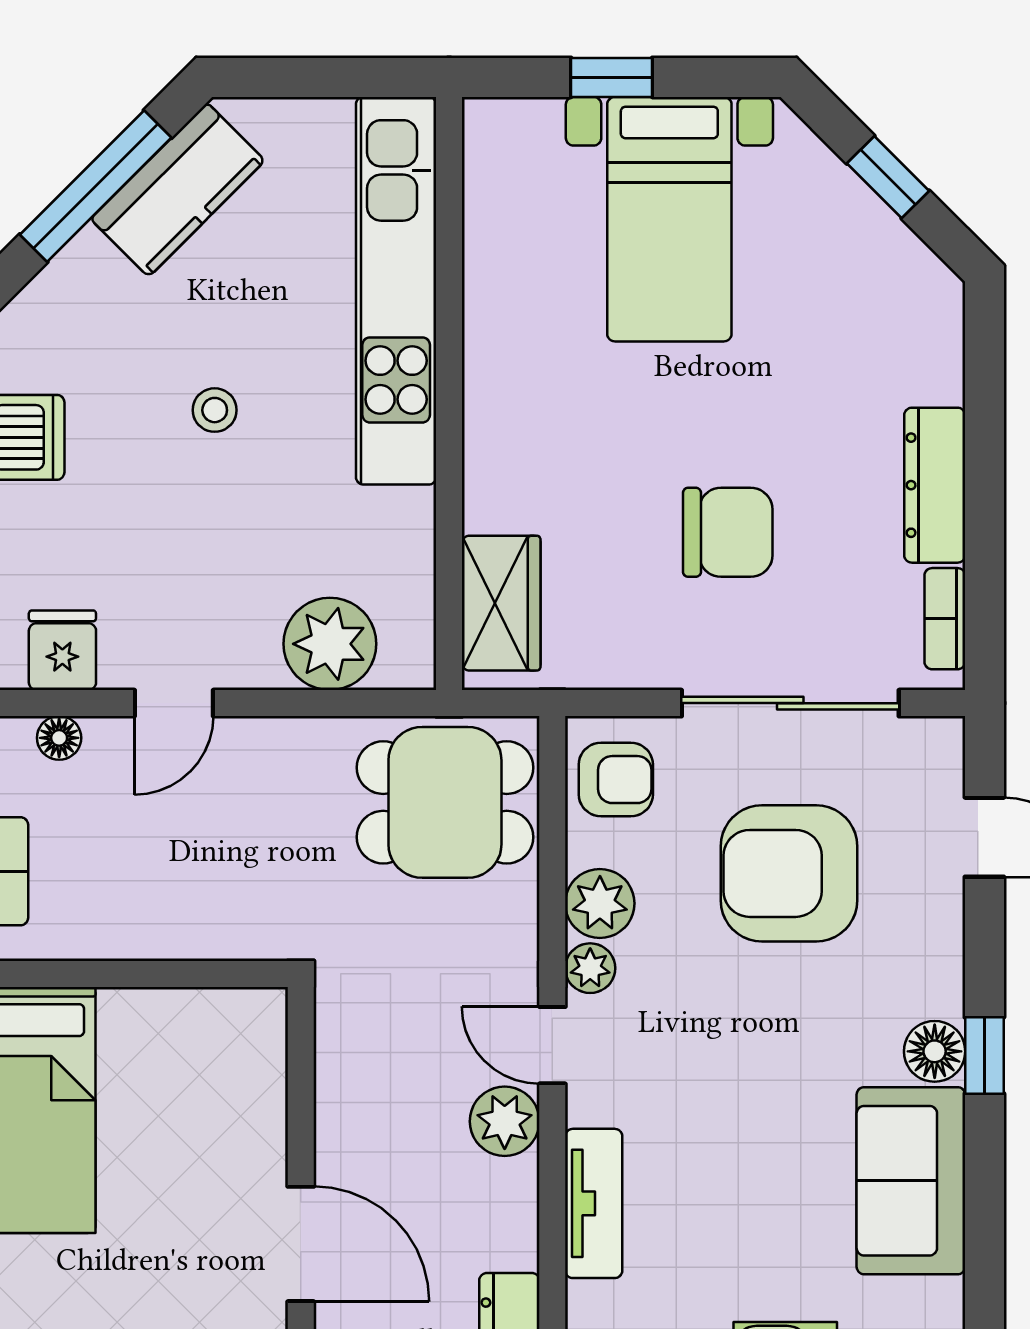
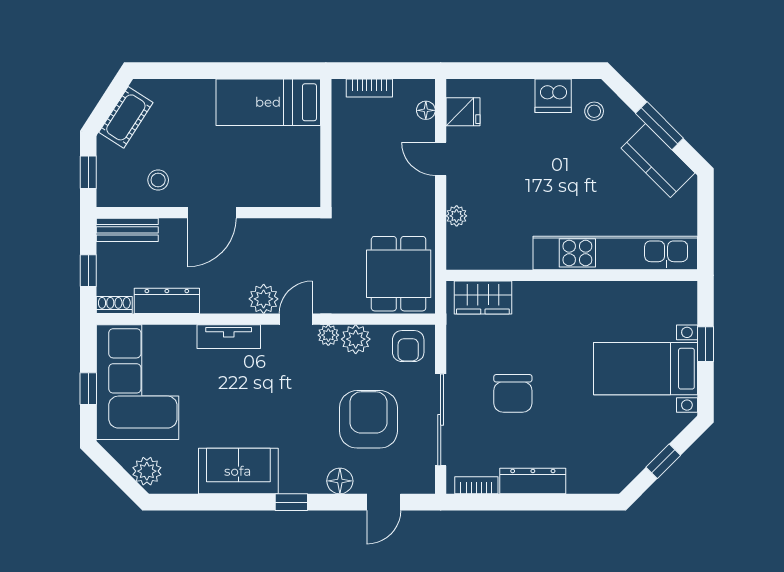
window: (96, 186) -> (659, 126), width x0.69
stool: (215, 410) -> (594, 111), moved
plant: (330, 644) -> (457, 216), width x0.53, depth x0.53
floor lamp: (935, 1051) -> (340, 481), moved

